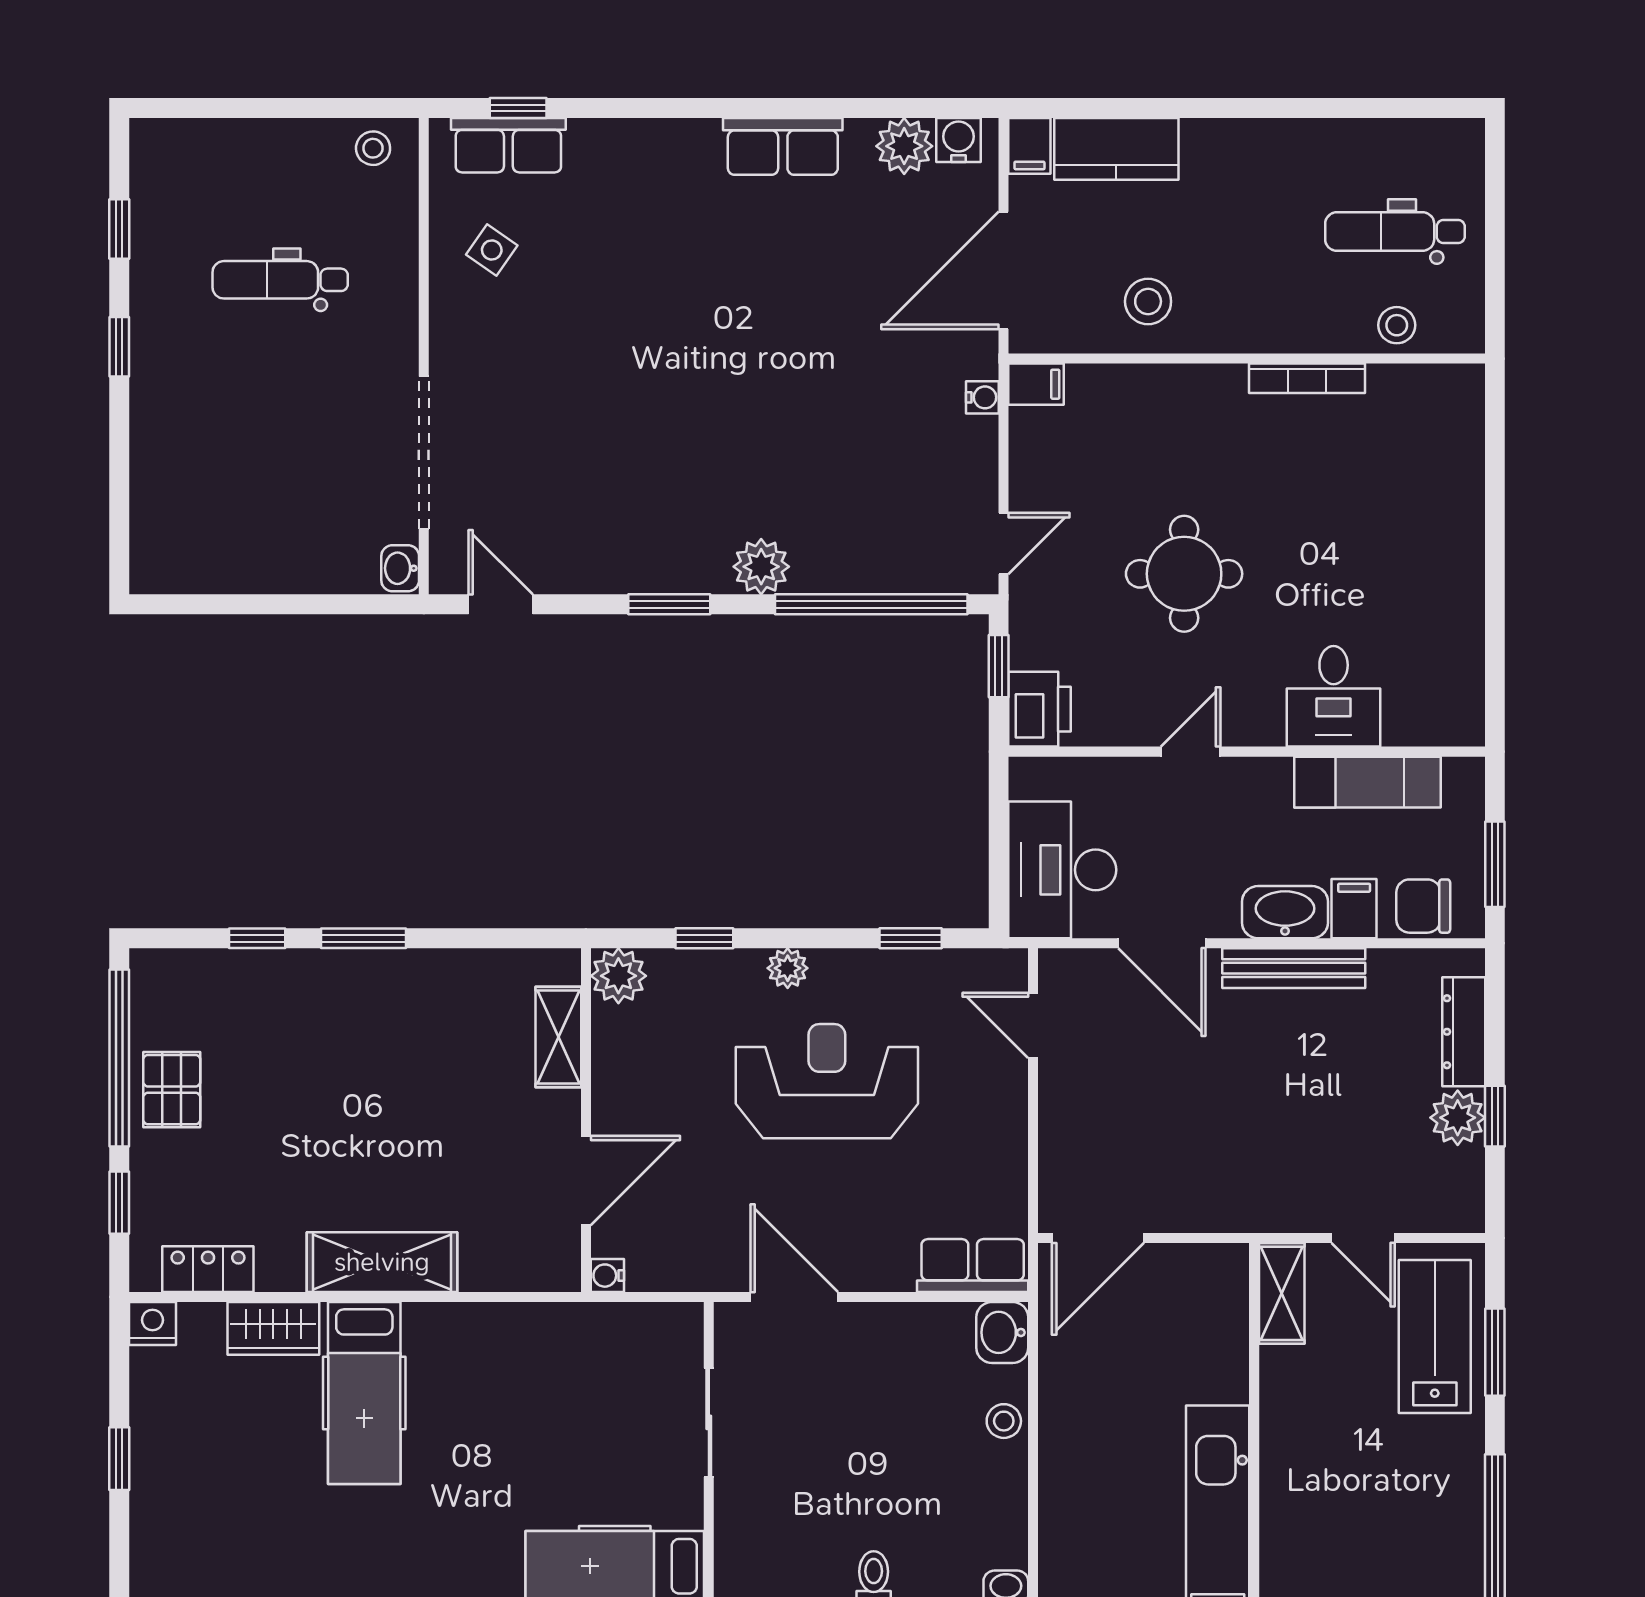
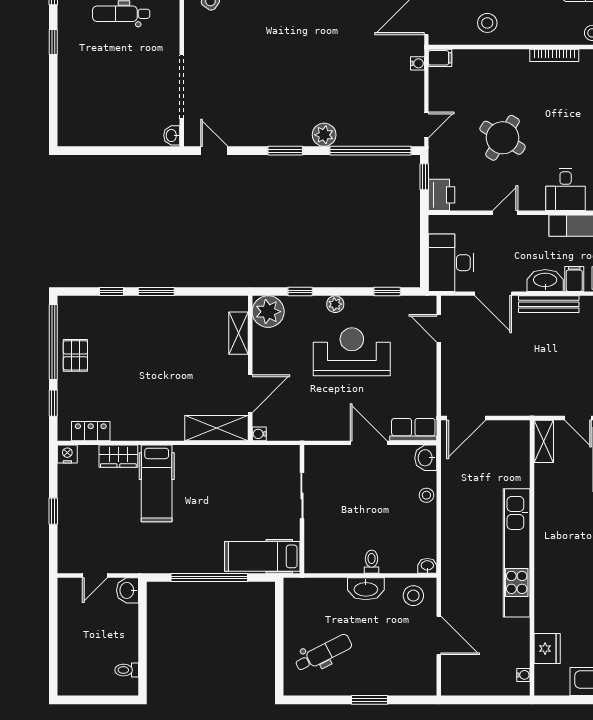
round table: (1184, 574) -> (503, 138), turned 32
plant: (618, 976) -> (268, 312), width x1.36, depth x1.36
shelving: (382, 1262) -> (216, 428), moved
door: (794, 1297) -> (369, 443), moved

